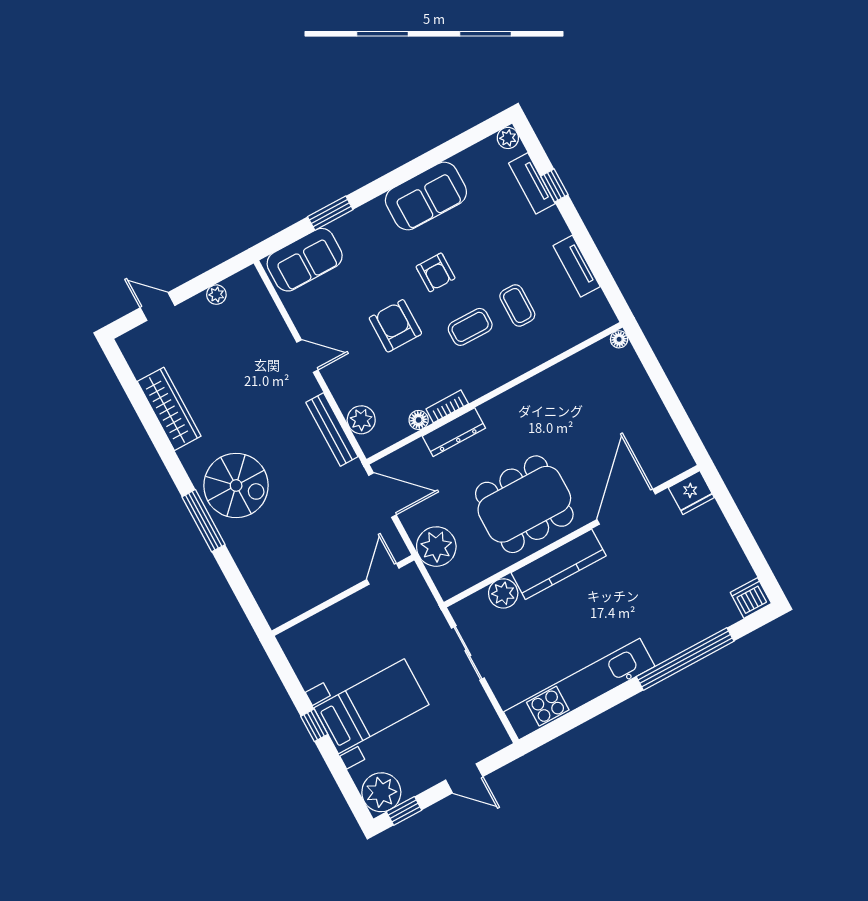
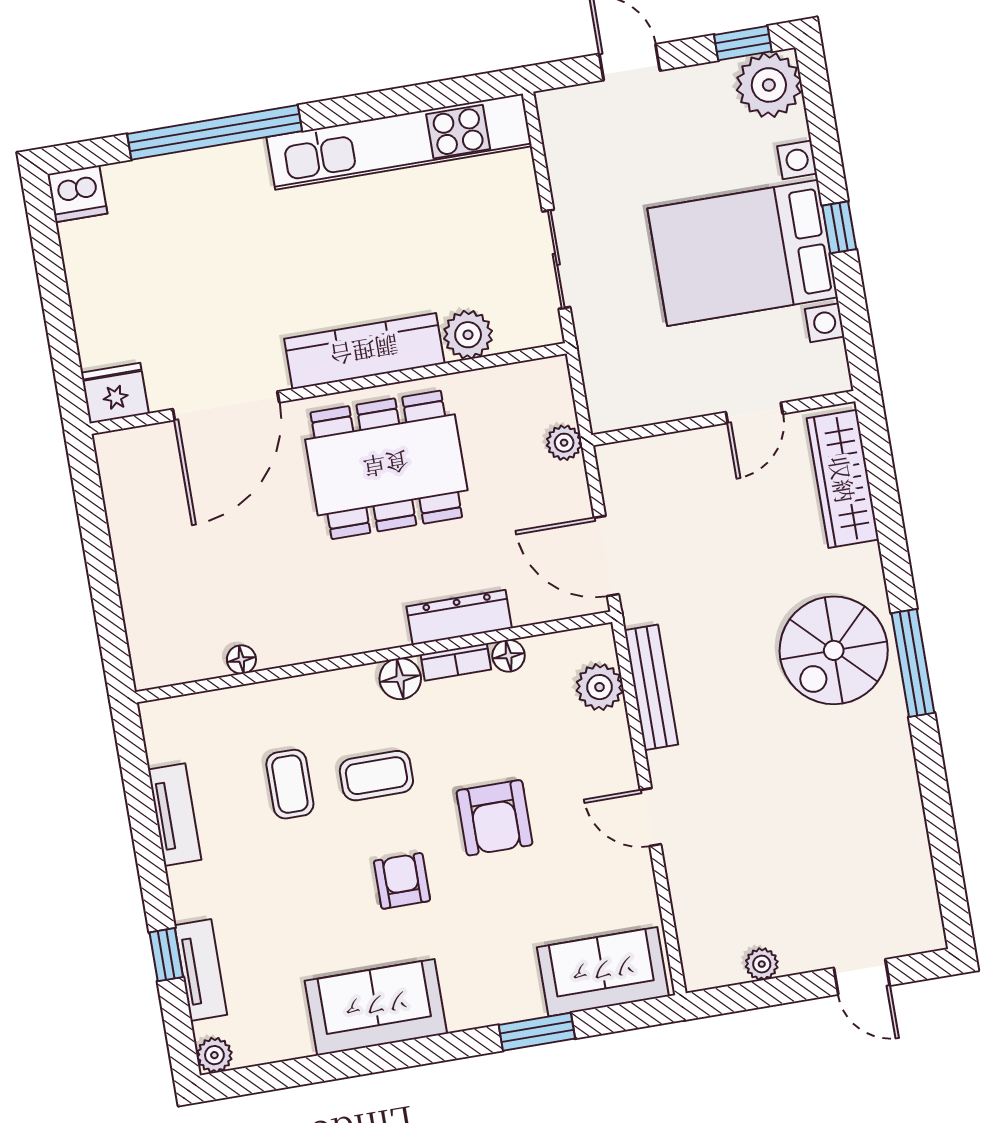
floor lamp: (619, 339) -> (241, 659), moved
floor lamp: (475, 386) -> (400, 679), added
wardrobe: (169, 409) -> (843, 479), moved
spiral stairs: (236, 485) -> (834, 650), turned -90
window: (204, 521) -> (913, 663), moved
plant: (436, 547) -> (564, 443), width x0.53, depth x0.53
door: (383, 574) -> (754, 413), moved
bed with nightstands: (371, 706) -> (743, 253), width x1.36

